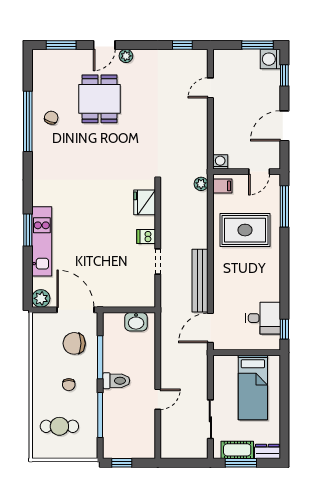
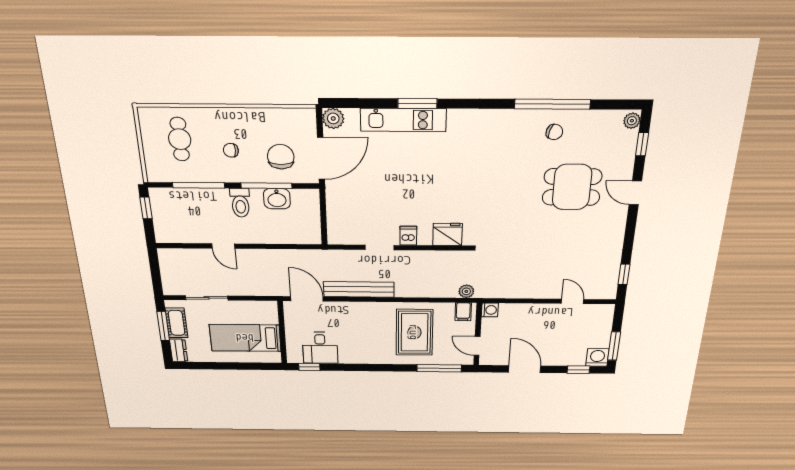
window: (61, 45) -> (642, 144), width x0.67
plant: (126, 56) -> (632, 121), moved
washbasin: (136, 322) -> (277, 199), moved, turned -90

